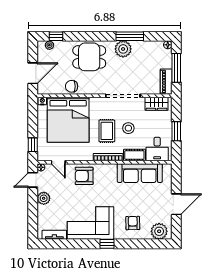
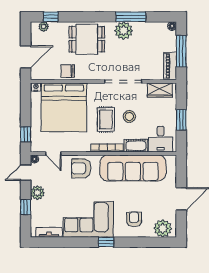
sofa: (140, 173) -> (133, 168), width x1.36, depth x1.27
window: (33, 212) -> (26, 207), added

